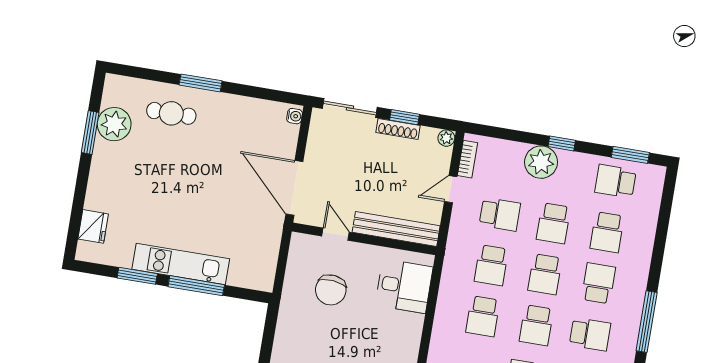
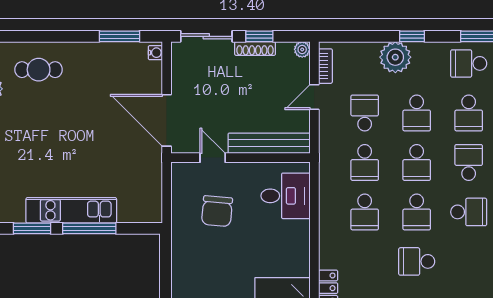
window: (201, 83) -> (119, 36), moved
school desk: (500, 214) -> (365, 113), turned -90

